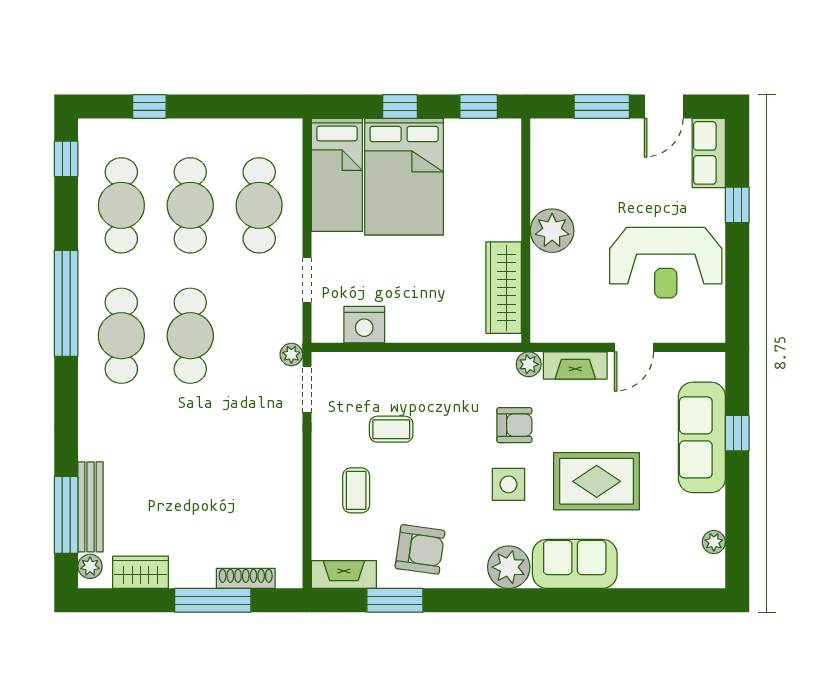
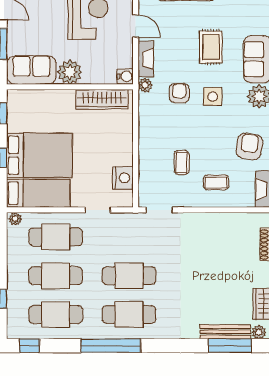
sofa: (556, 163) -> (31, 70), added
water cooler: (544, 329) -> (125, 76), added
plant: (291, 354) -> (15, 219), moved
rug: (597, 481) -> (211, 47), width x0.73, depth x0.70

